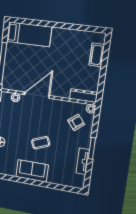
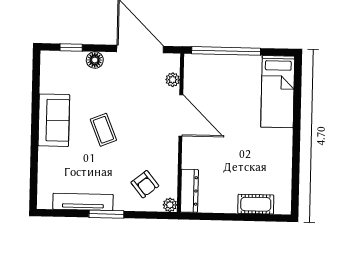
tv unit: (83, 161) -> (83, 202), width x1.41

